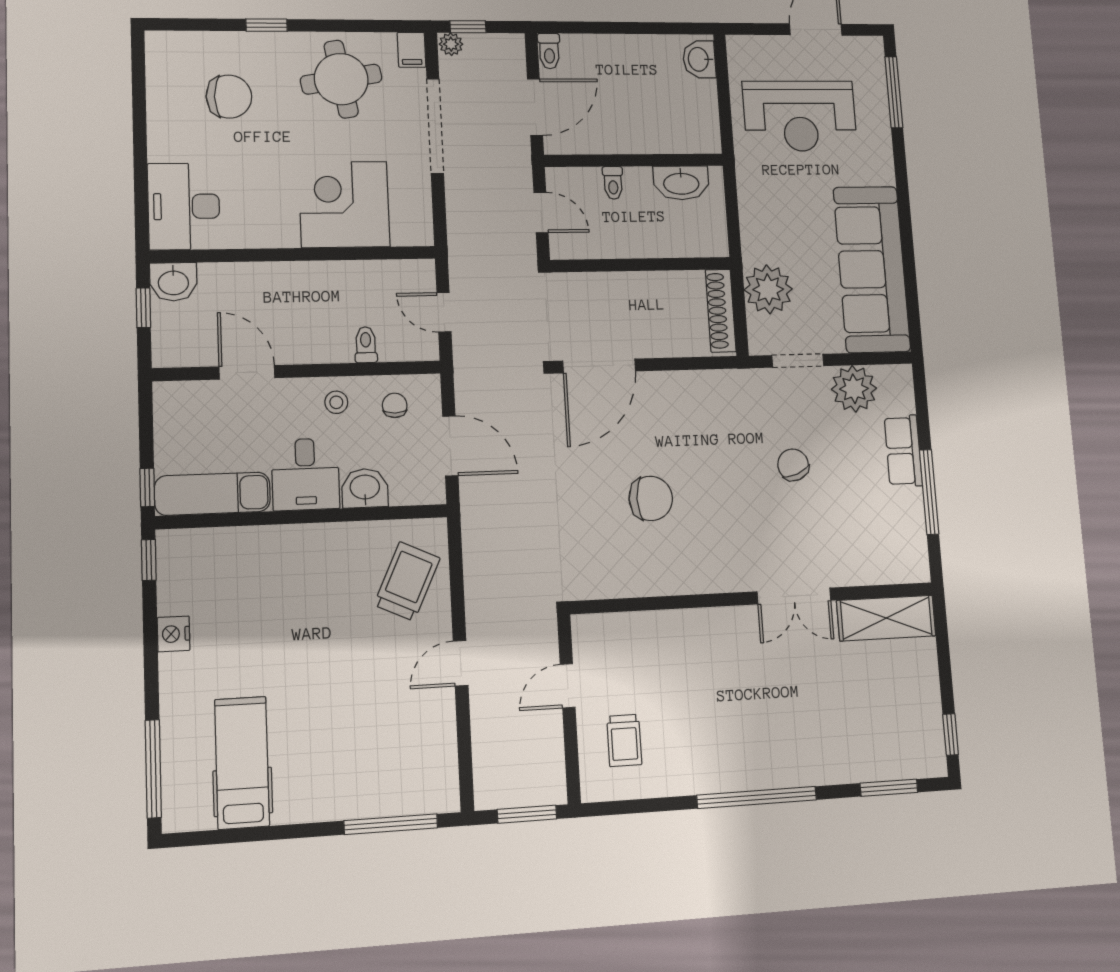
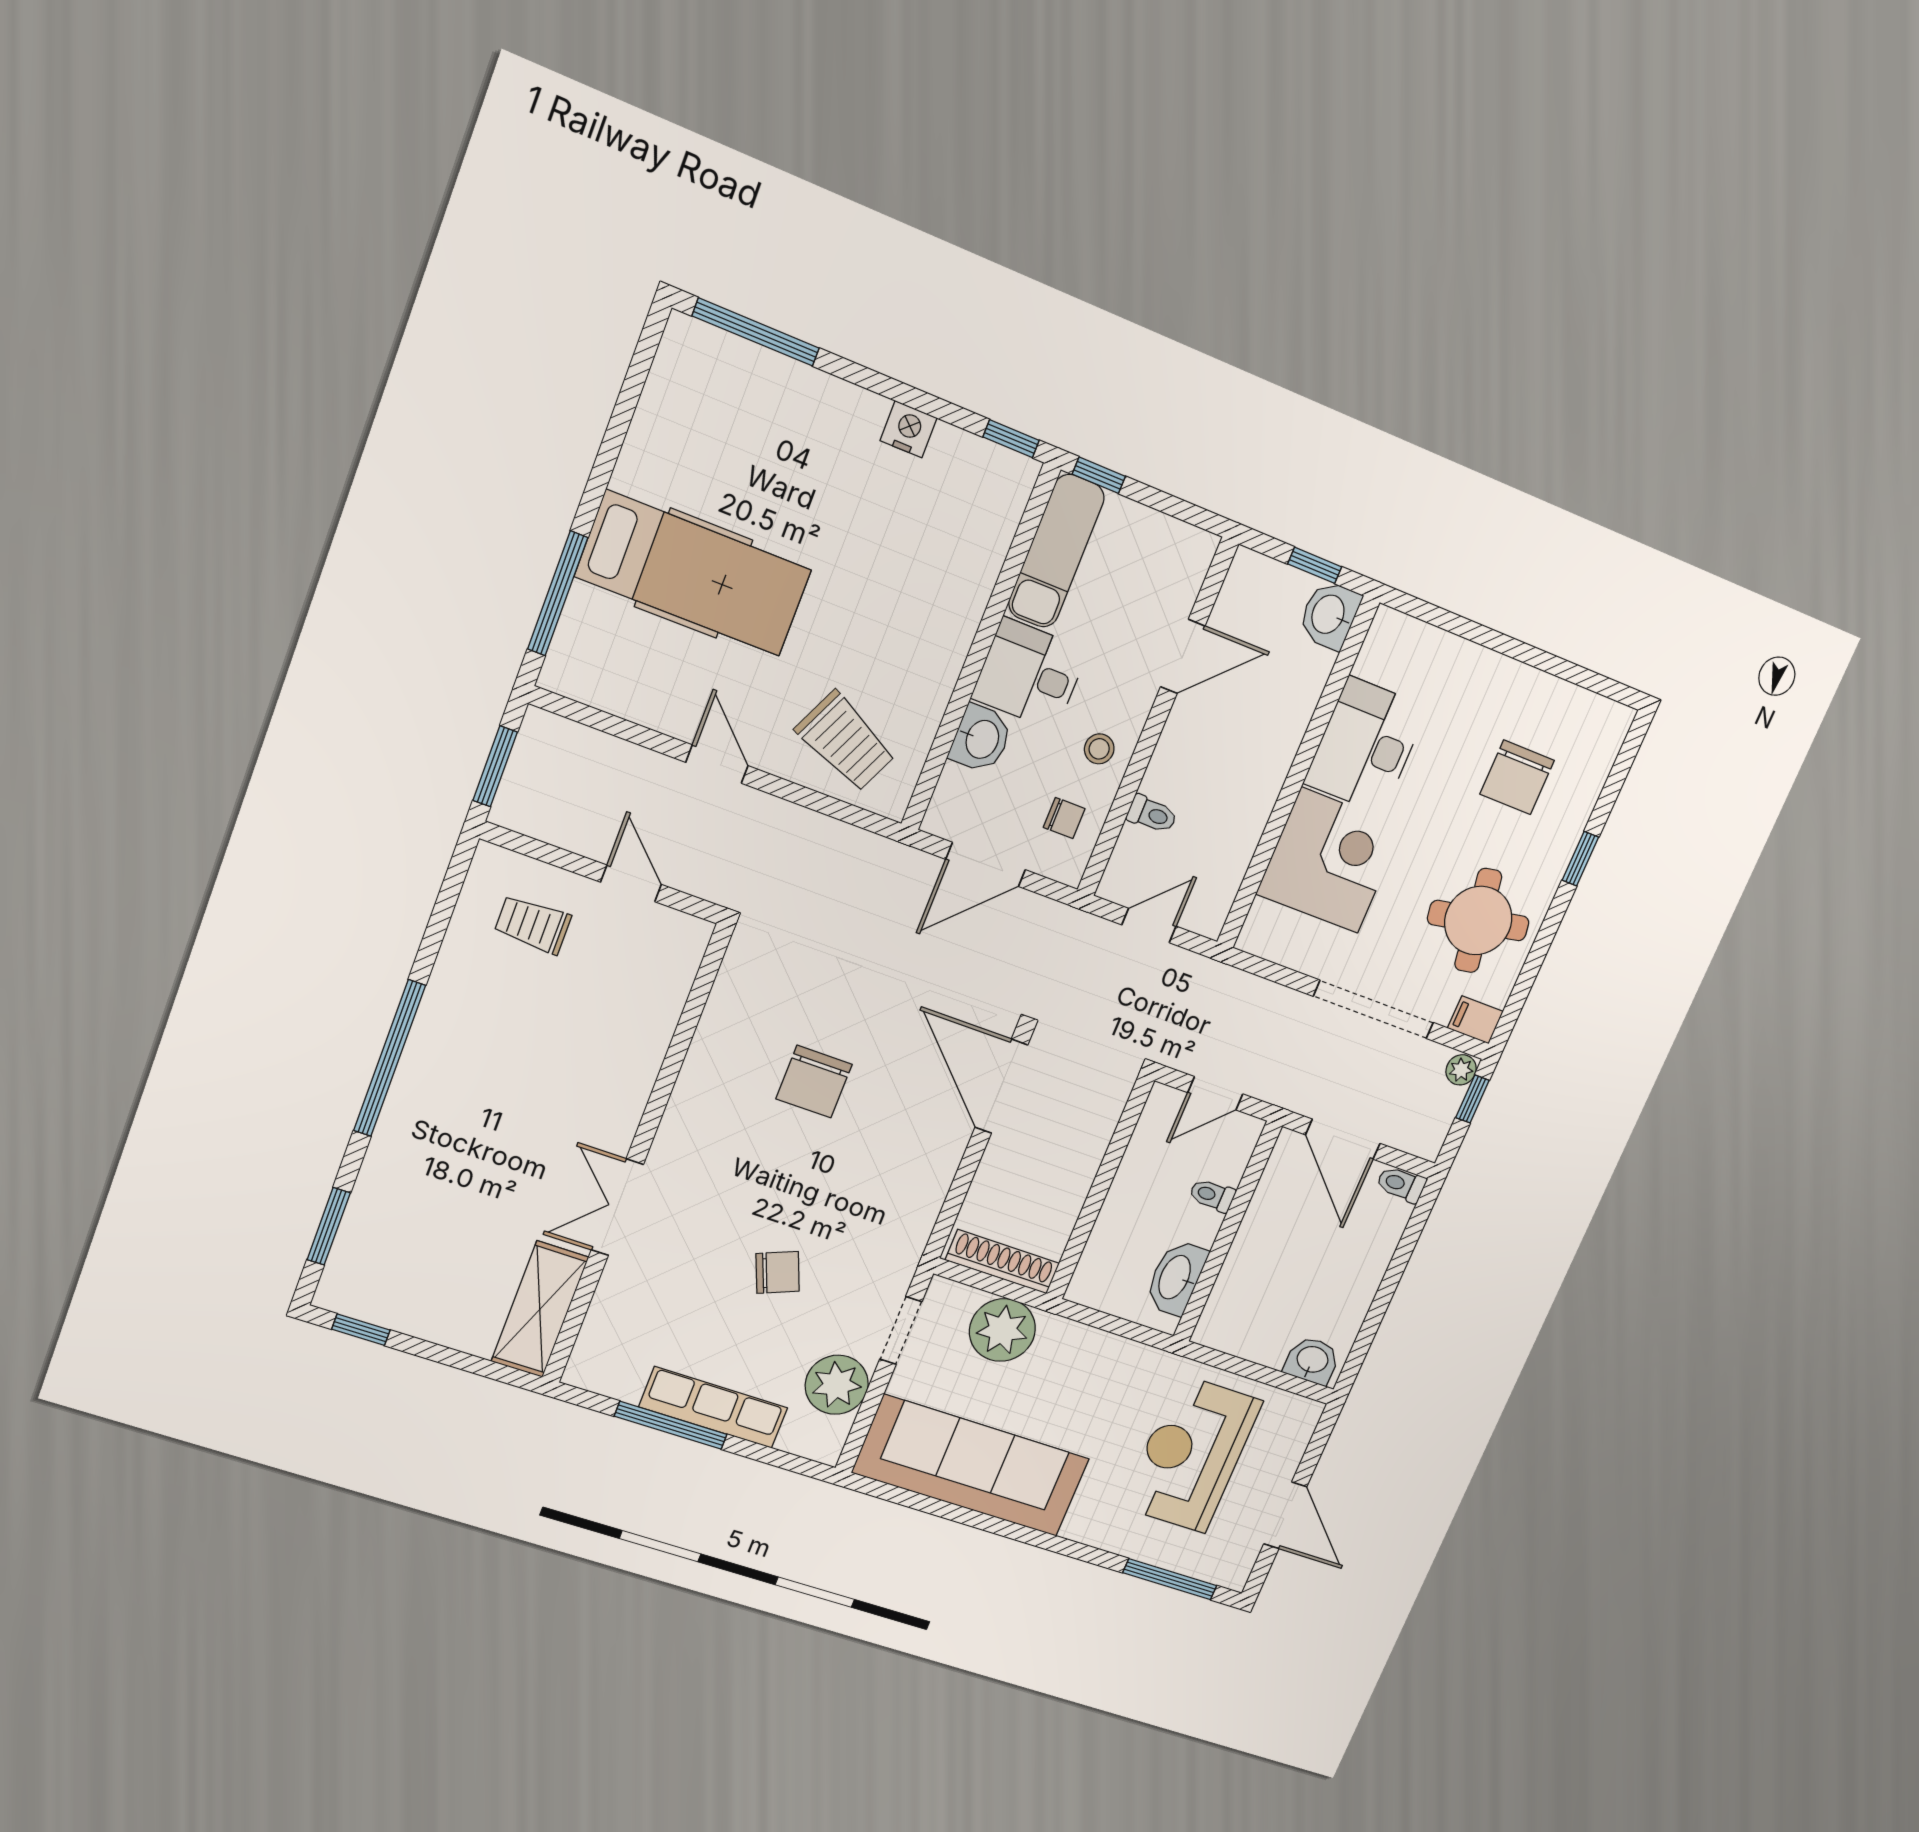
desk: (184, 206) -> (1366, 745), moved, turned -90
row of seats: (903, 451) -> (713, 1407), width x1.48
hospital bed: (242, 763) -> (693, 573), moved, width x1.37, depth x1.29

